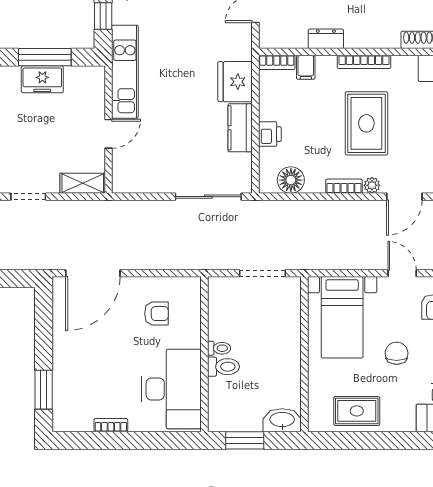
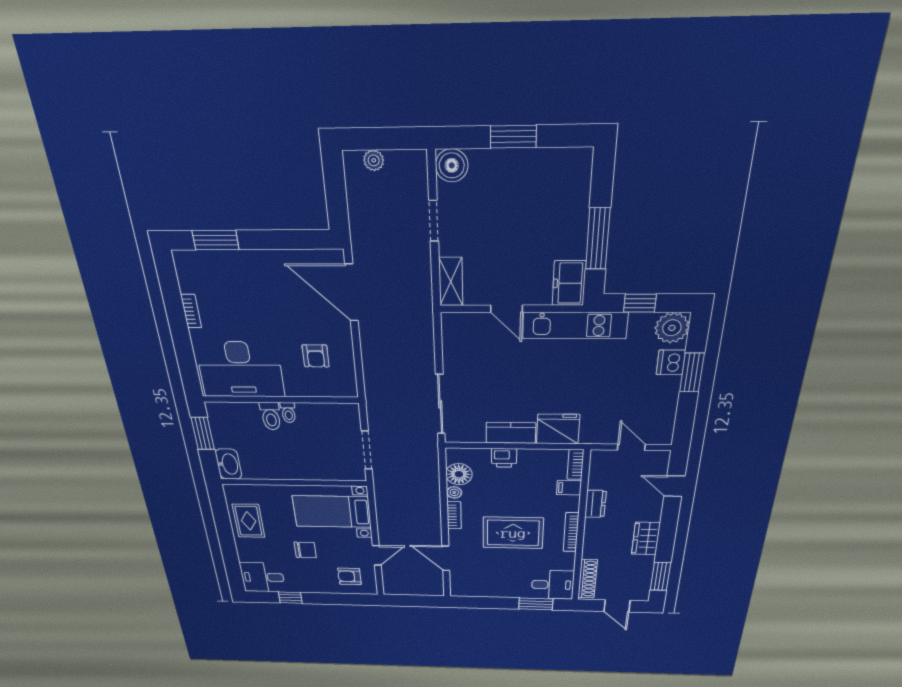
freezer: (42, 79) -> (569, 283), moved
plant: (372, 185) -> (454, 492), moved

